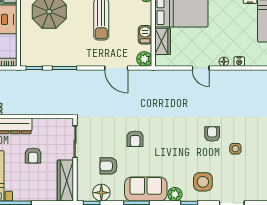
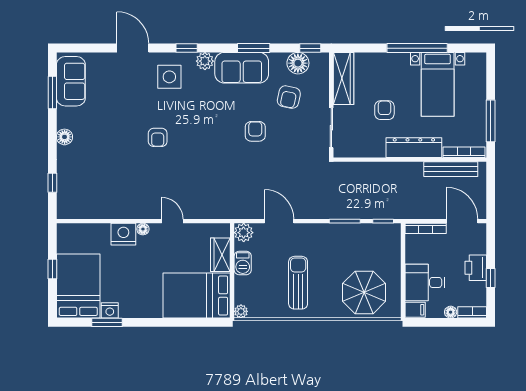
nightstand: (239, 61) -> (123, 234), width x1.89, depth x1.79
side table: (235, 149) -> (128, 119), removed
armchair: (109, 166) -> (289, 97), turned 102

